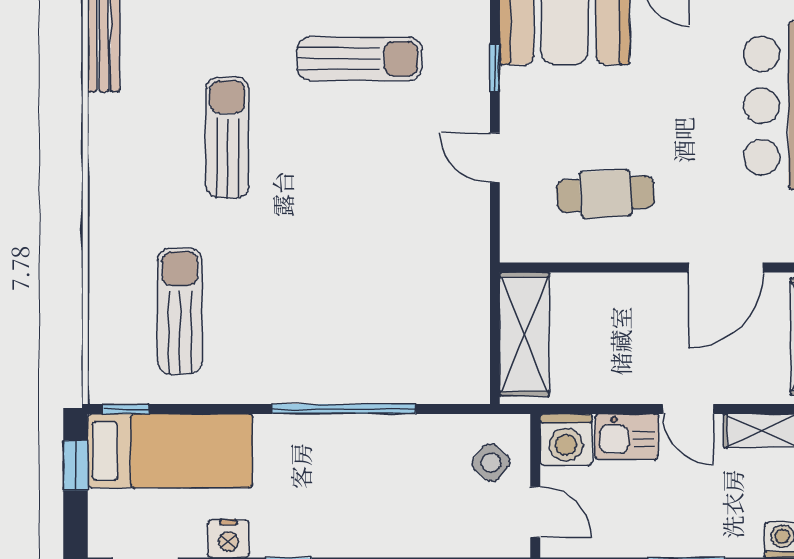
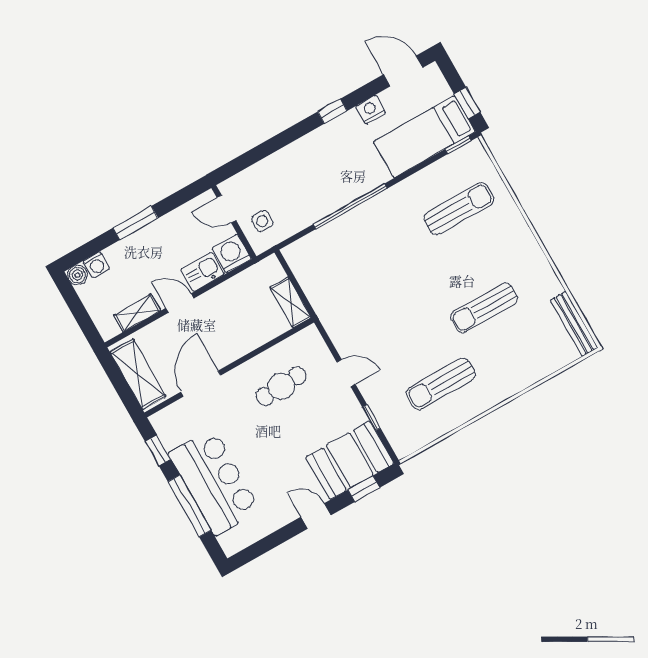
sun lounger: (227, 138) -> (484, 308), turned 90
sun lounger: (180, 311) -> (459, 209), turned -90
shelving: (524, 334) -> (291, 302), width x0.67, depth x0.75
side table: (491, 463) -> (262, 221), turned -38

